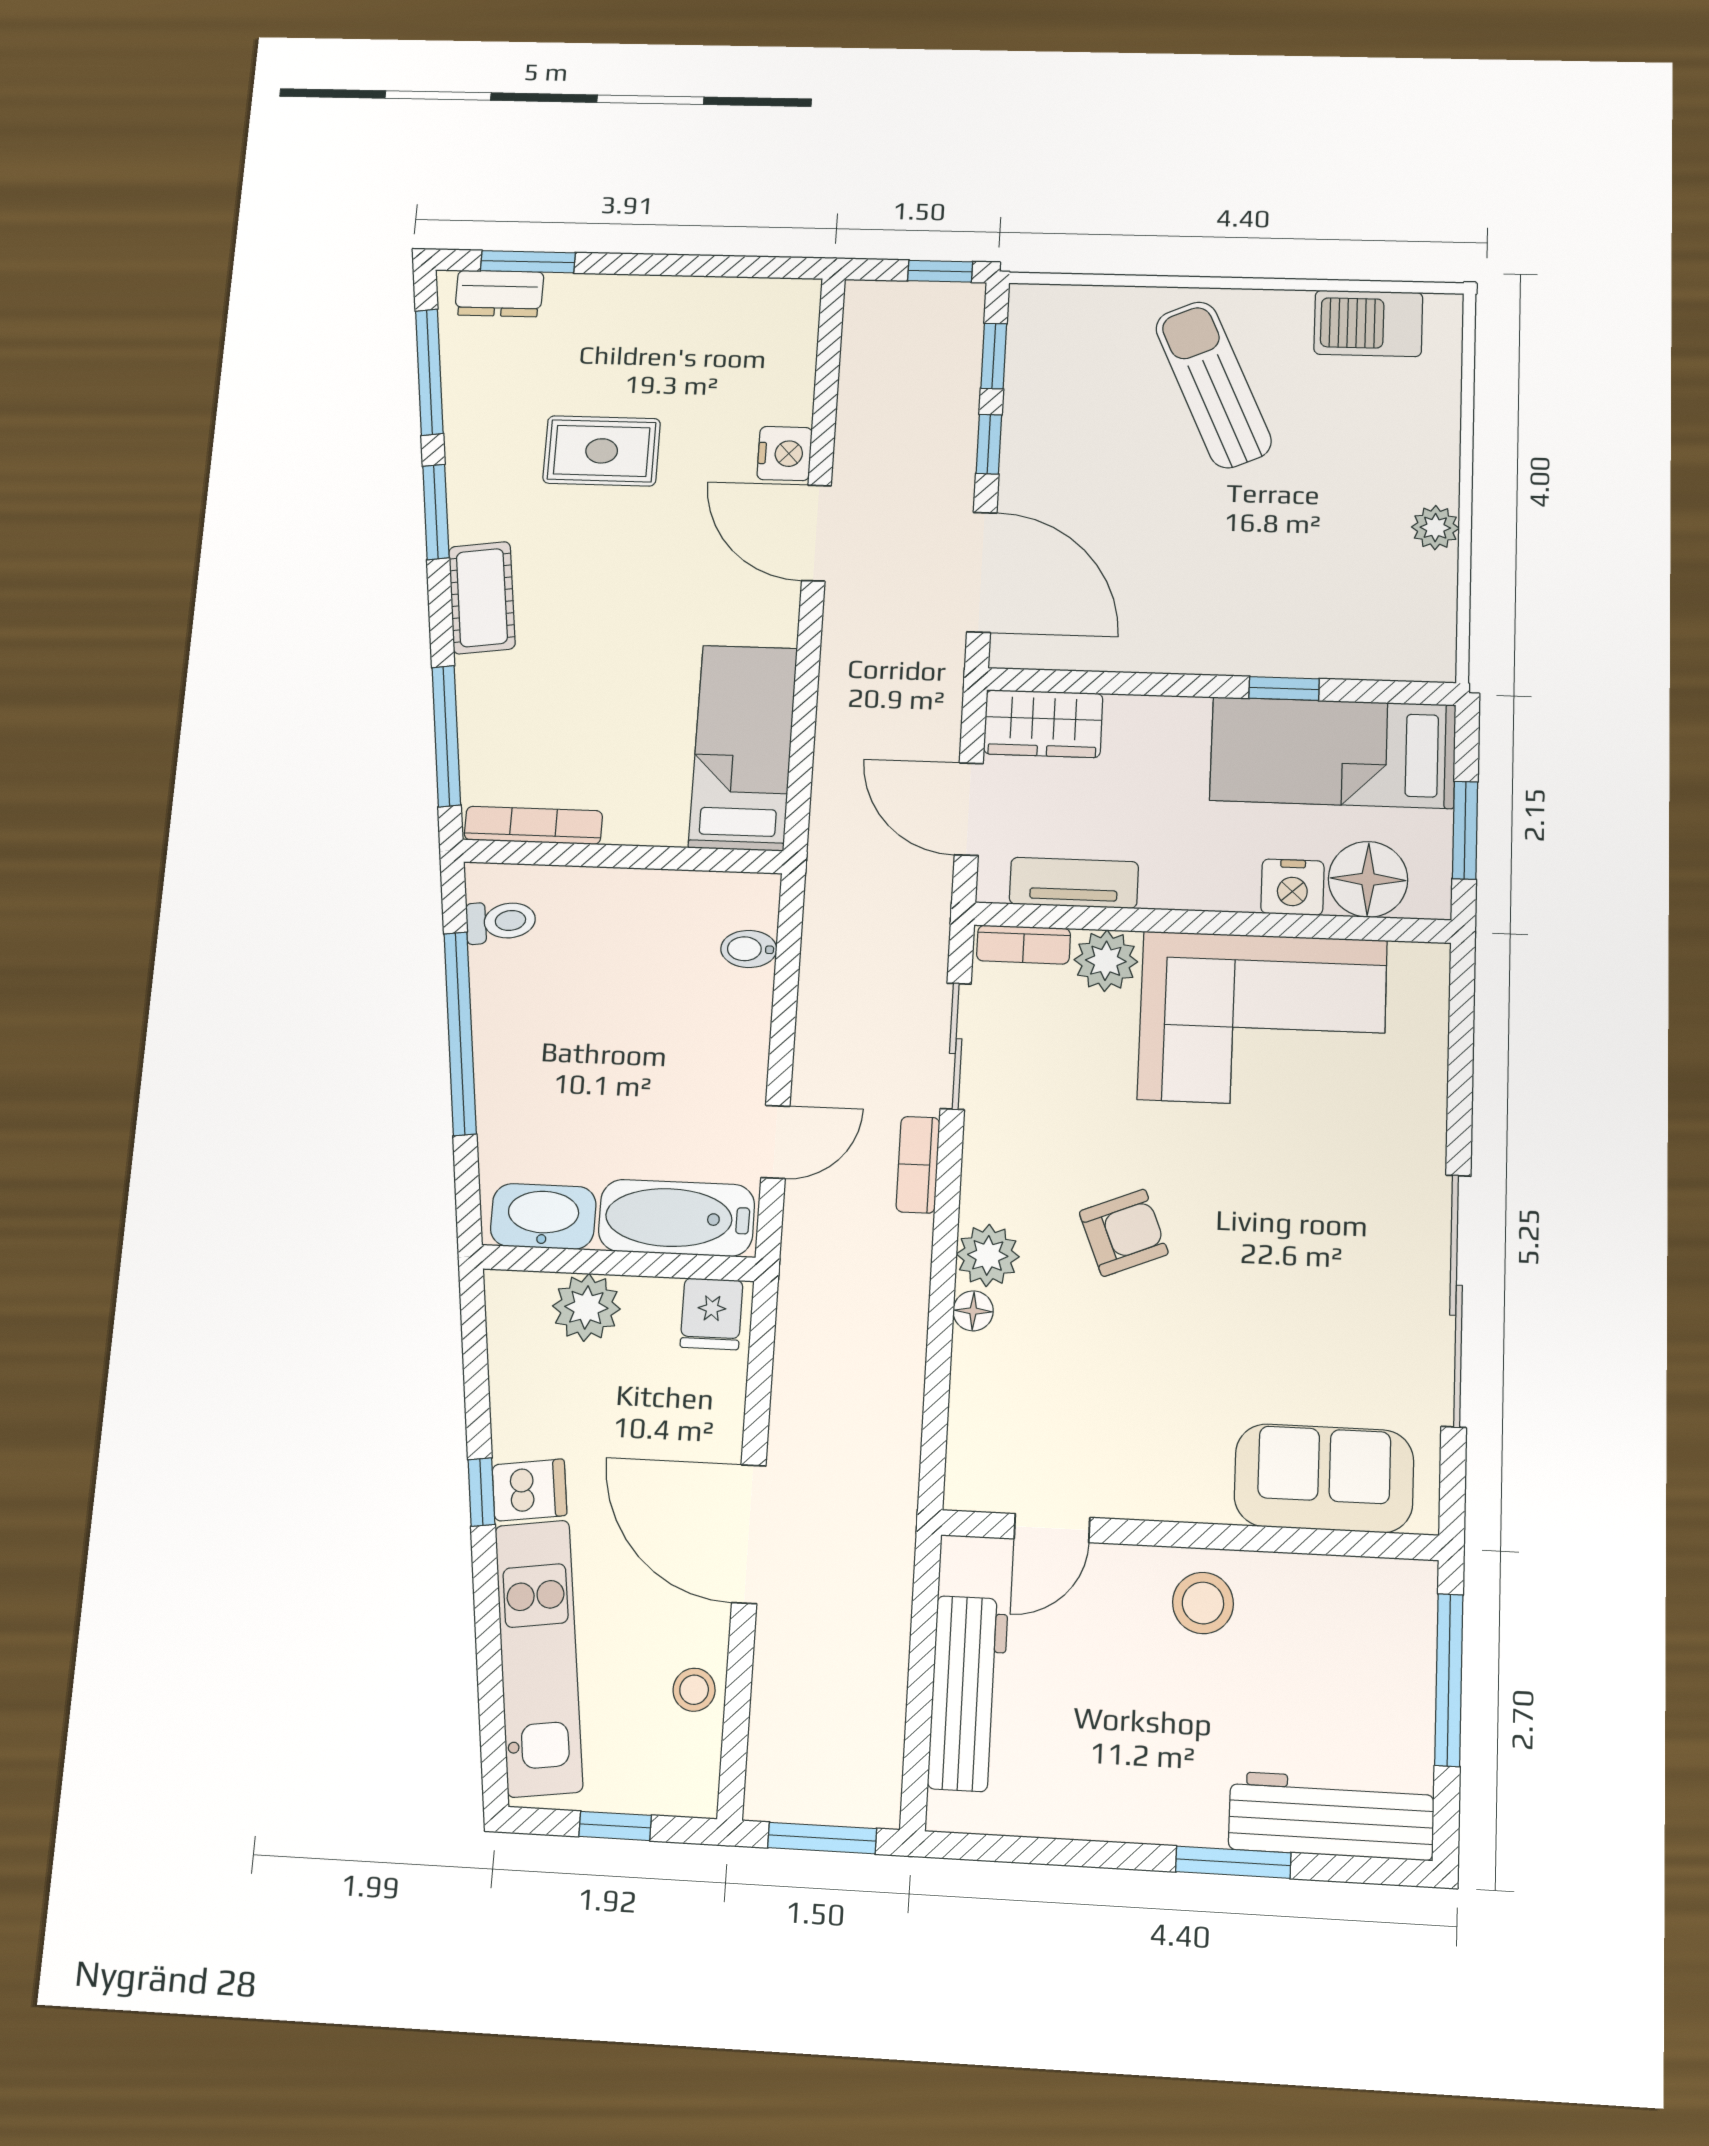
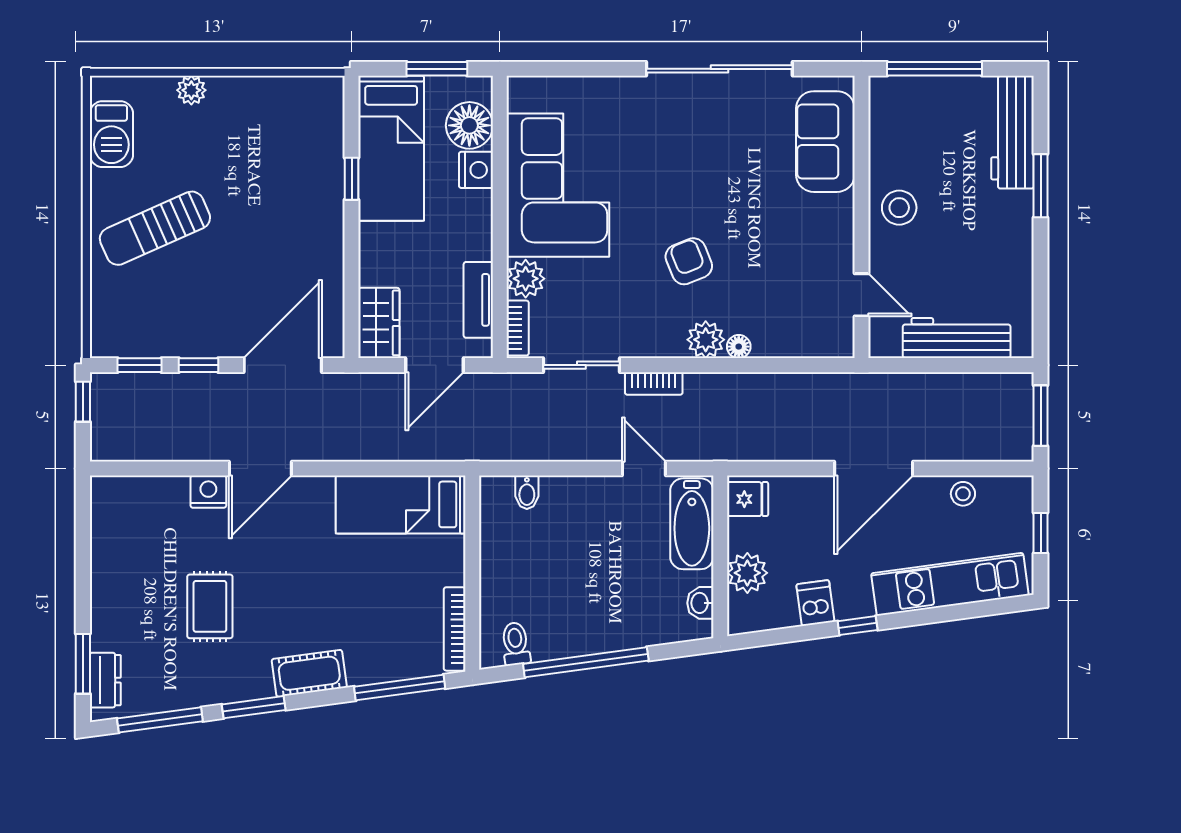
plant: (1435, 528) -> (191, 90), moved
washbasin: (543, 1216) -> (700, 603), width x0.52, depth x0.69
dishwasher: (529, 1490) -> (815, 603), moved

